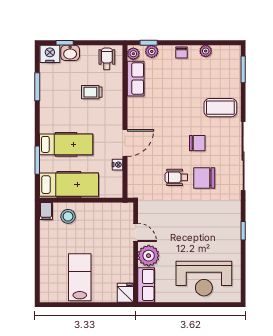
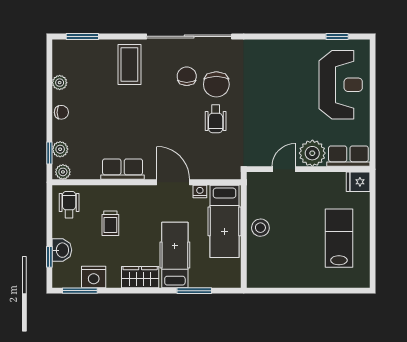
nightstand: (50, 54) -> (94, 277), moved, turned -90
wheelchair: (107, 59) -> (69, 205), turned 90
row of seats: (136, 79) -> (123, 169), moved
window: (37, 87) -> (80, 291), moved
wardrobe: (48, 116) -> (140, 277), added
chair: (197, 143) -> (187, 76), moved
hospital bed: (69, 185) -> (225, 221), moved, turned 180
filing cabinet: (46, 211) -> (257, 280), removed
stool: (68, 216) -> (260, 228), moved
window: (243, 231) -> (337, 36), moved
lab bench: (80, 277) -> (339, 238), turned 90

